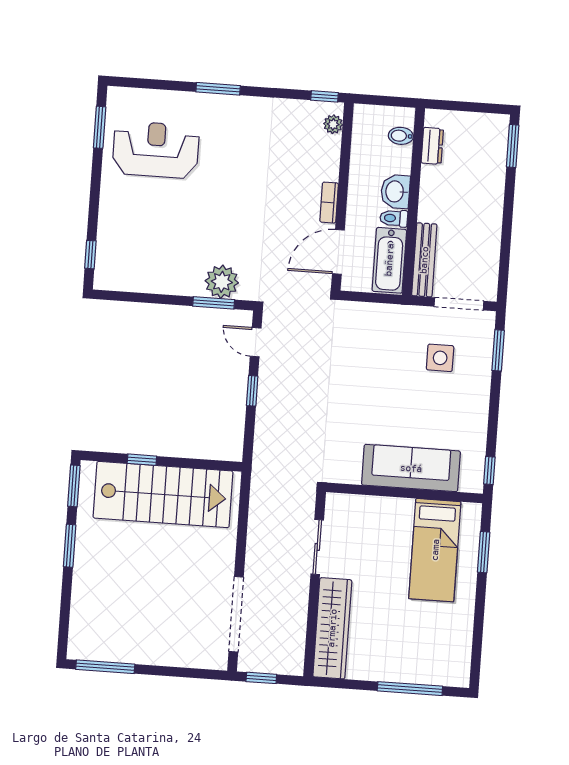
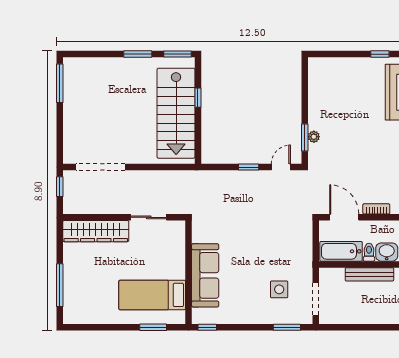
window: (90, 255) -> (380, 54), moved
bench: (424, 260) -> (369, 274), moved
plant: (222, 282) -> (314, 137), width x0.53, depth x0.53

